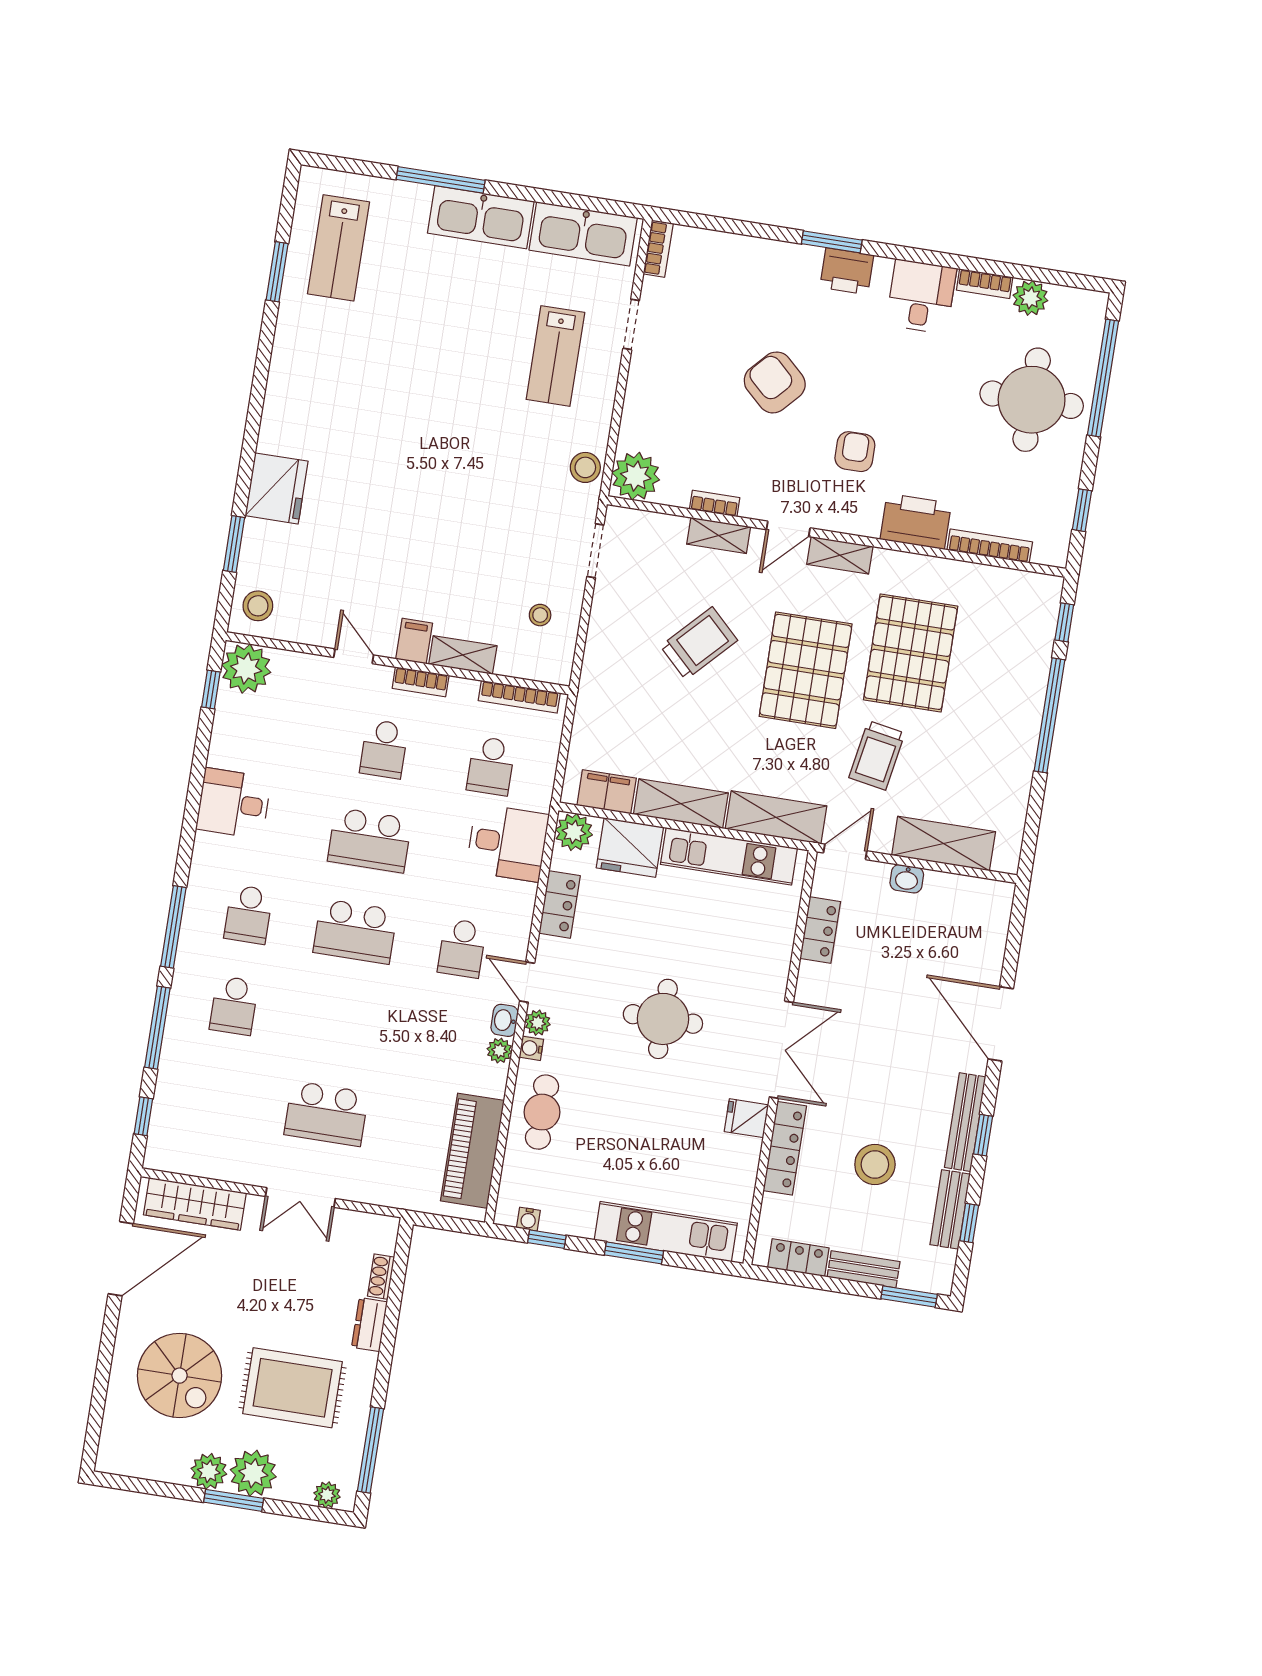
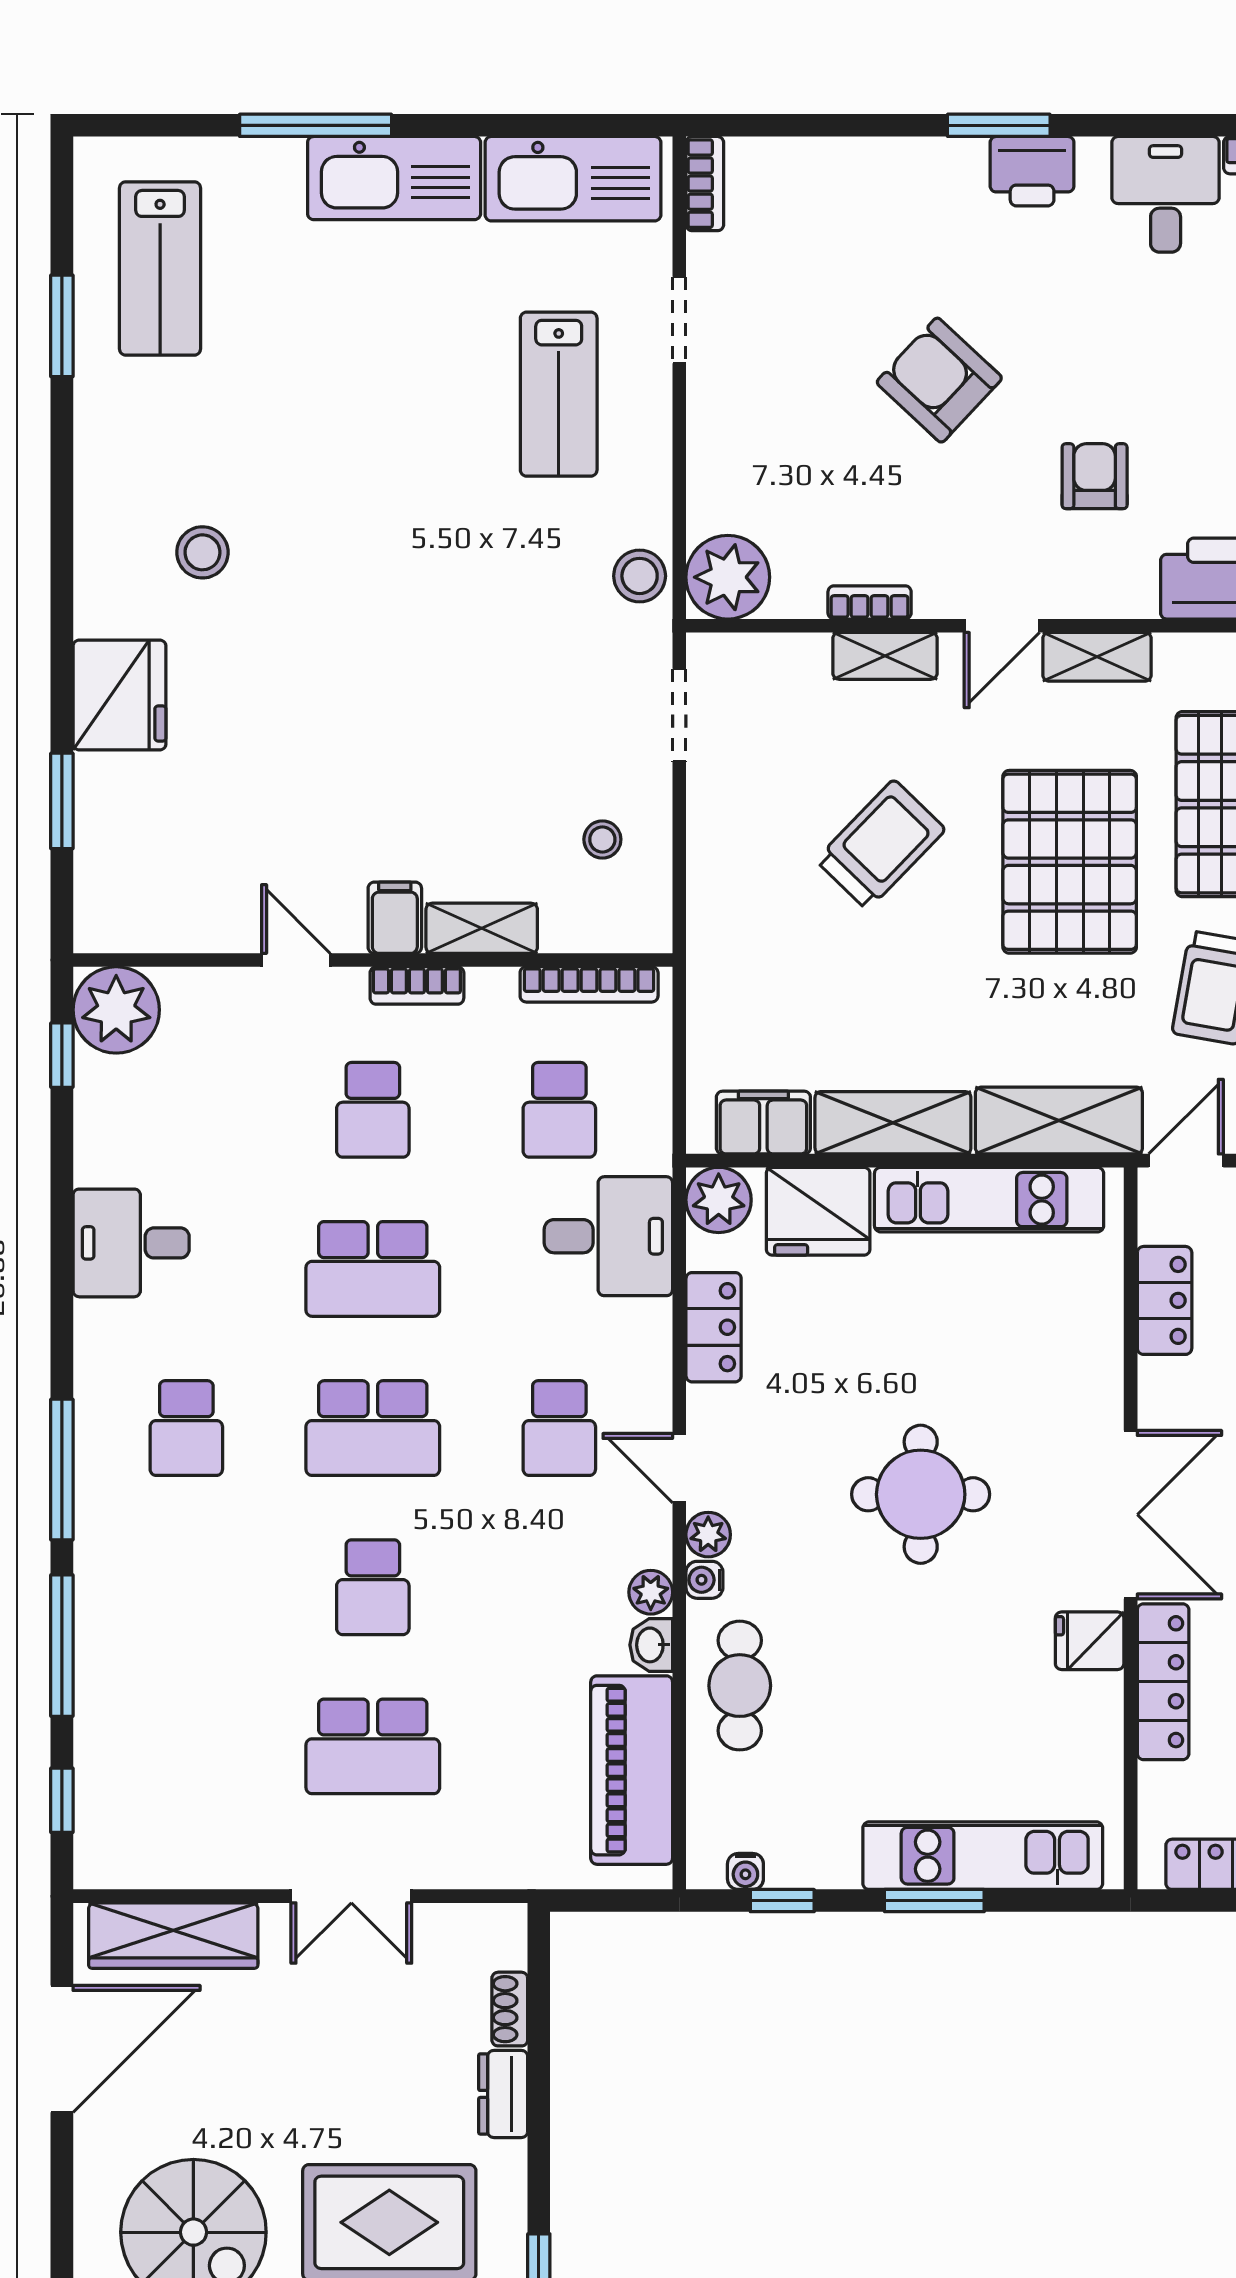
stool: (258, 606) -> (202, 552), moved
school desk: (234, 1006) -> (373, 1587), moved
washbasin: (505, 1020) -> (651, 1645), moved

